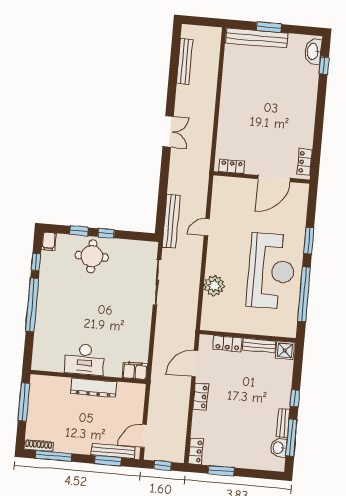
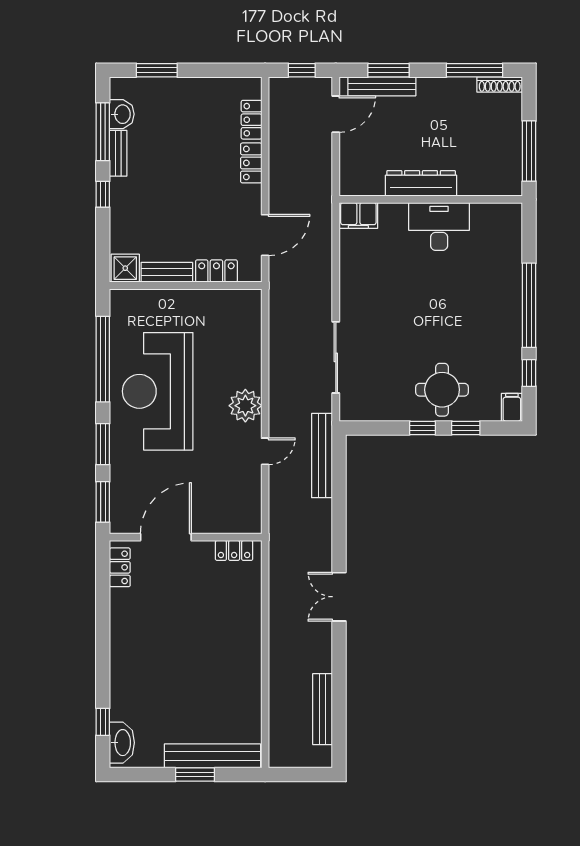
window: (312, 204) -> (103, 502), added
plant: (214, 286) -> (245, 406), moved
locker: (201, 397) -> (251, 163), moved
locker: (196, 451) -> (252, 120), moved
window: (221, 471) -> (157, 70), moved

